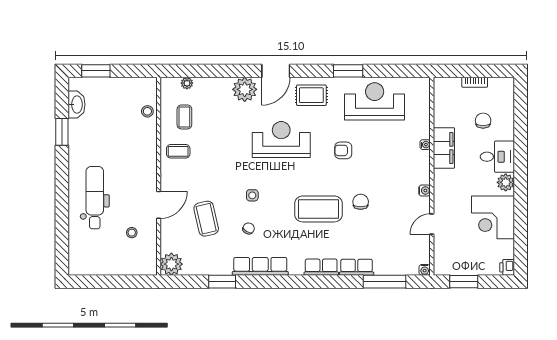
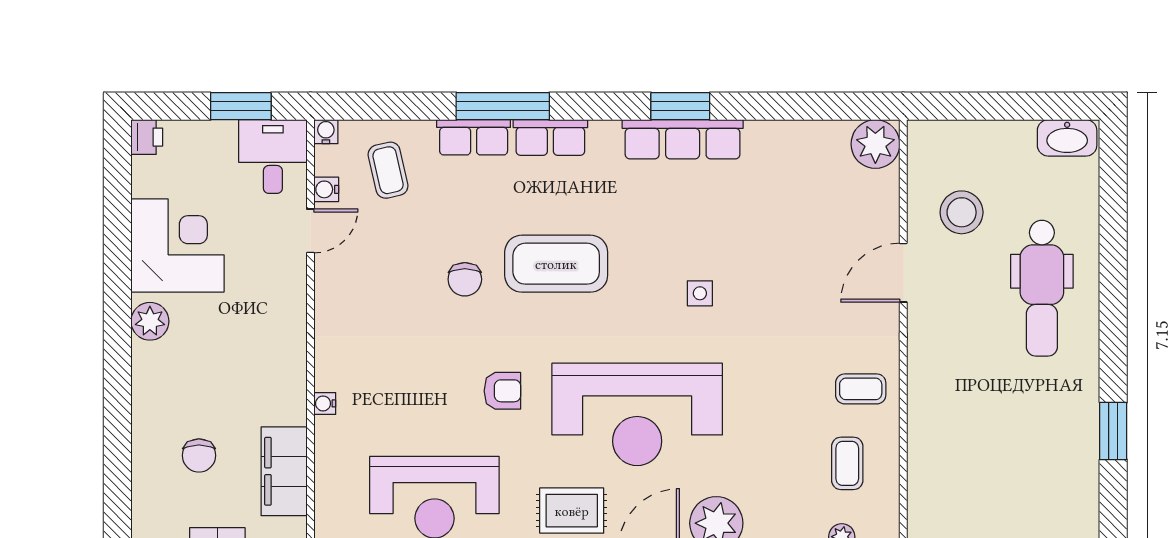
washbasin: (77, 104) -> (1067, 138), moved, turned -90
stool: (147, 111) -> (928, 476), removed
reception desk: (281, 140) -> (637, 414), width x1.36, depth x1.30
filing cabinet: (444, 148) -> (284, 471), moved
desk: (497, 157) -> (273, 157), moved, turned 90
water cooler: (424, 190) -> (326, 189), moved
coffee table: (206, 219) -> (388, 170), moved, width x0.73, depth x0.77
chair: (248, 228) -> (708, 221), removed
stool: (132, 233) -> (962, 212), width x1.89, depth x1.89
window: (222, 282) -> (680, 106), moved
window: (385, 282) -> (503, 106), moved

